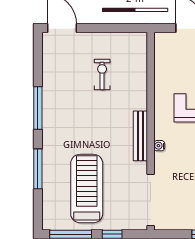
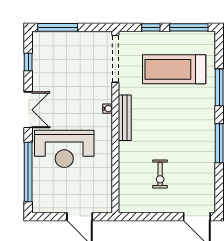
treadmill: (87, 189) -> (174, 69), turned 90

